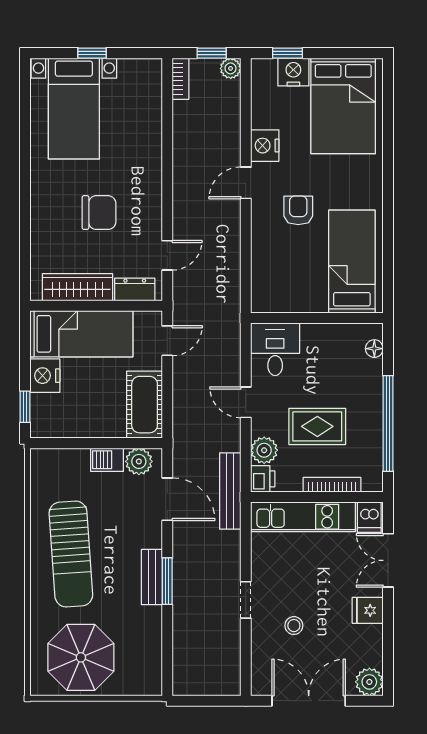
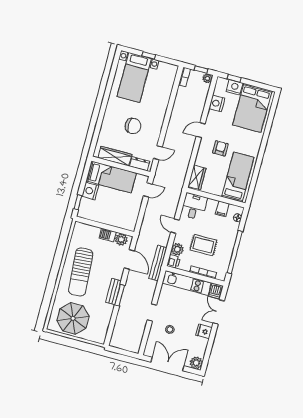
nightstand: (265, 146) -> (217, 103), moved
wardrobe: (265, 286) -> (197, 177), added
filing cabinet: (337, 338) -> (222, 209), added
cot: (145, 405) -> (130, 215), removed

